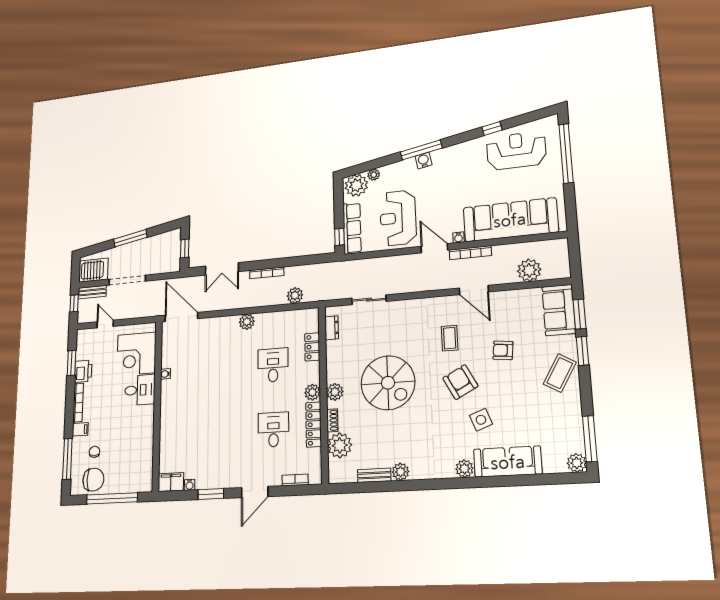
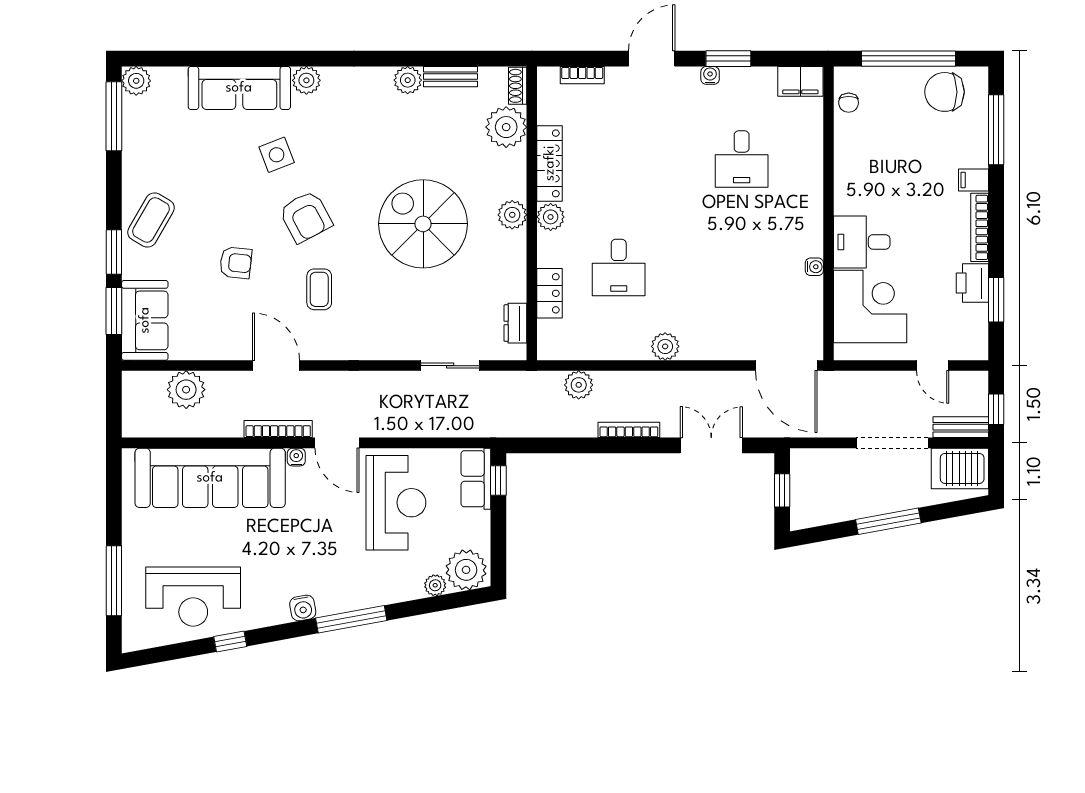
window: (566, 153) -> (114, 581), width x0.68
water cooler: (423, 161) -> (303, 608), moved
row of seats: (352, 228) -> (476, 479), width x0.68
shoe rack: (332, 420) -> (518, 86), moved
desk: (273, 430) -> (742, 159), moved
chair: (94, 452) -> (849, 103), moved
water cooler: (190, 485) -> (710, 75), moved

